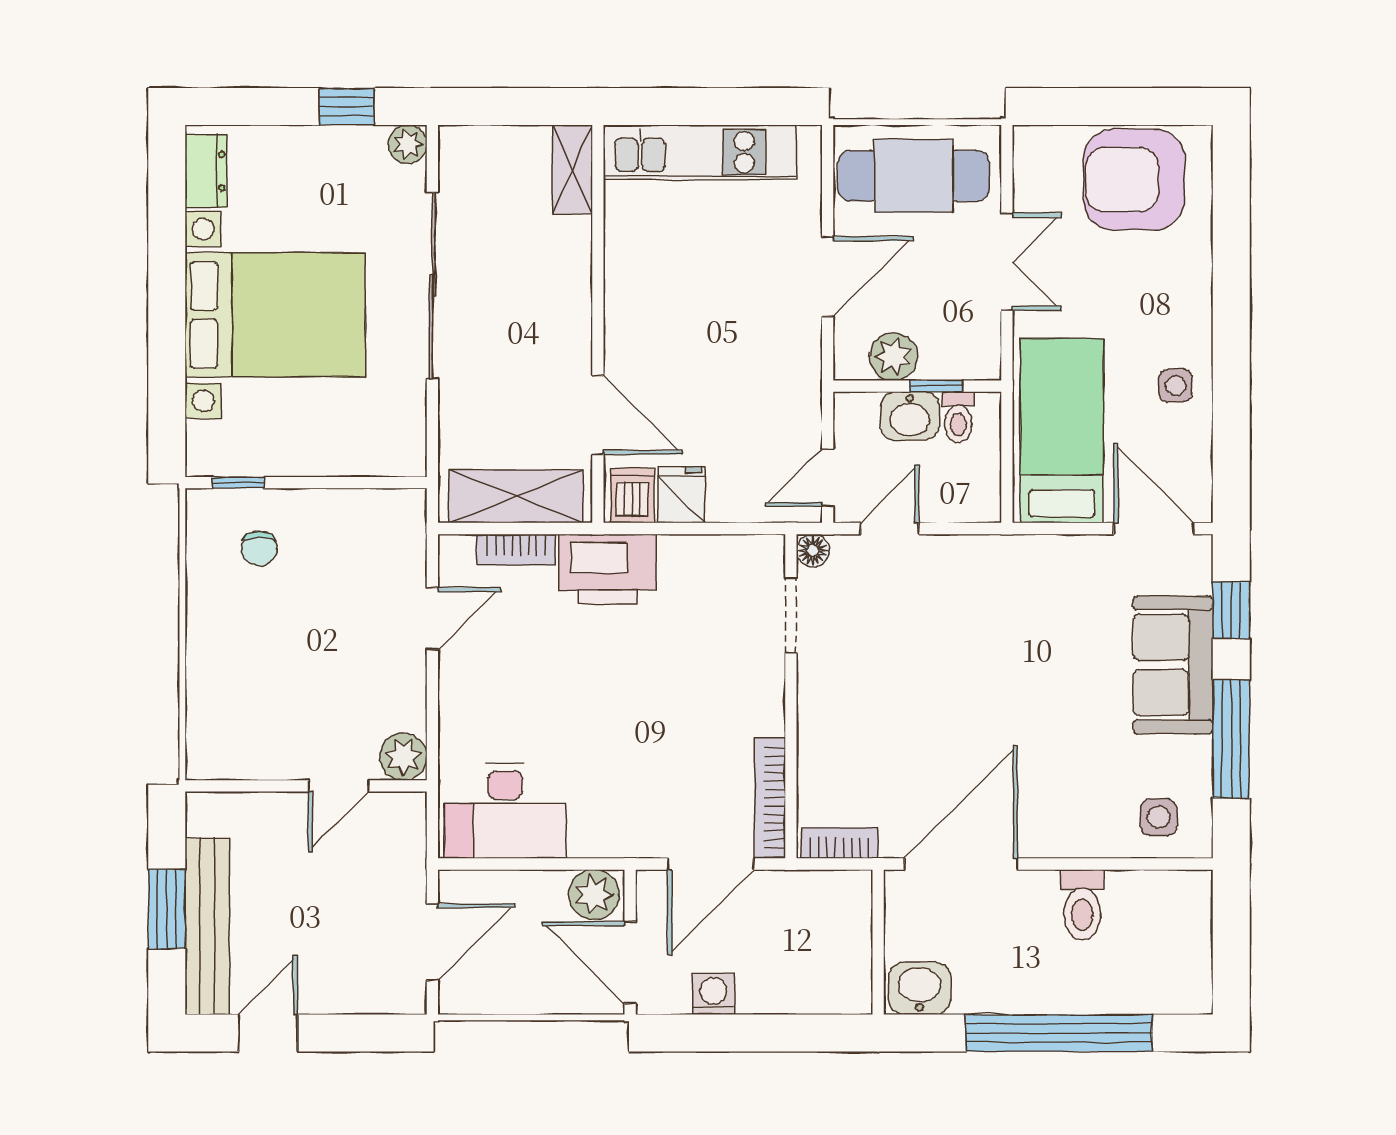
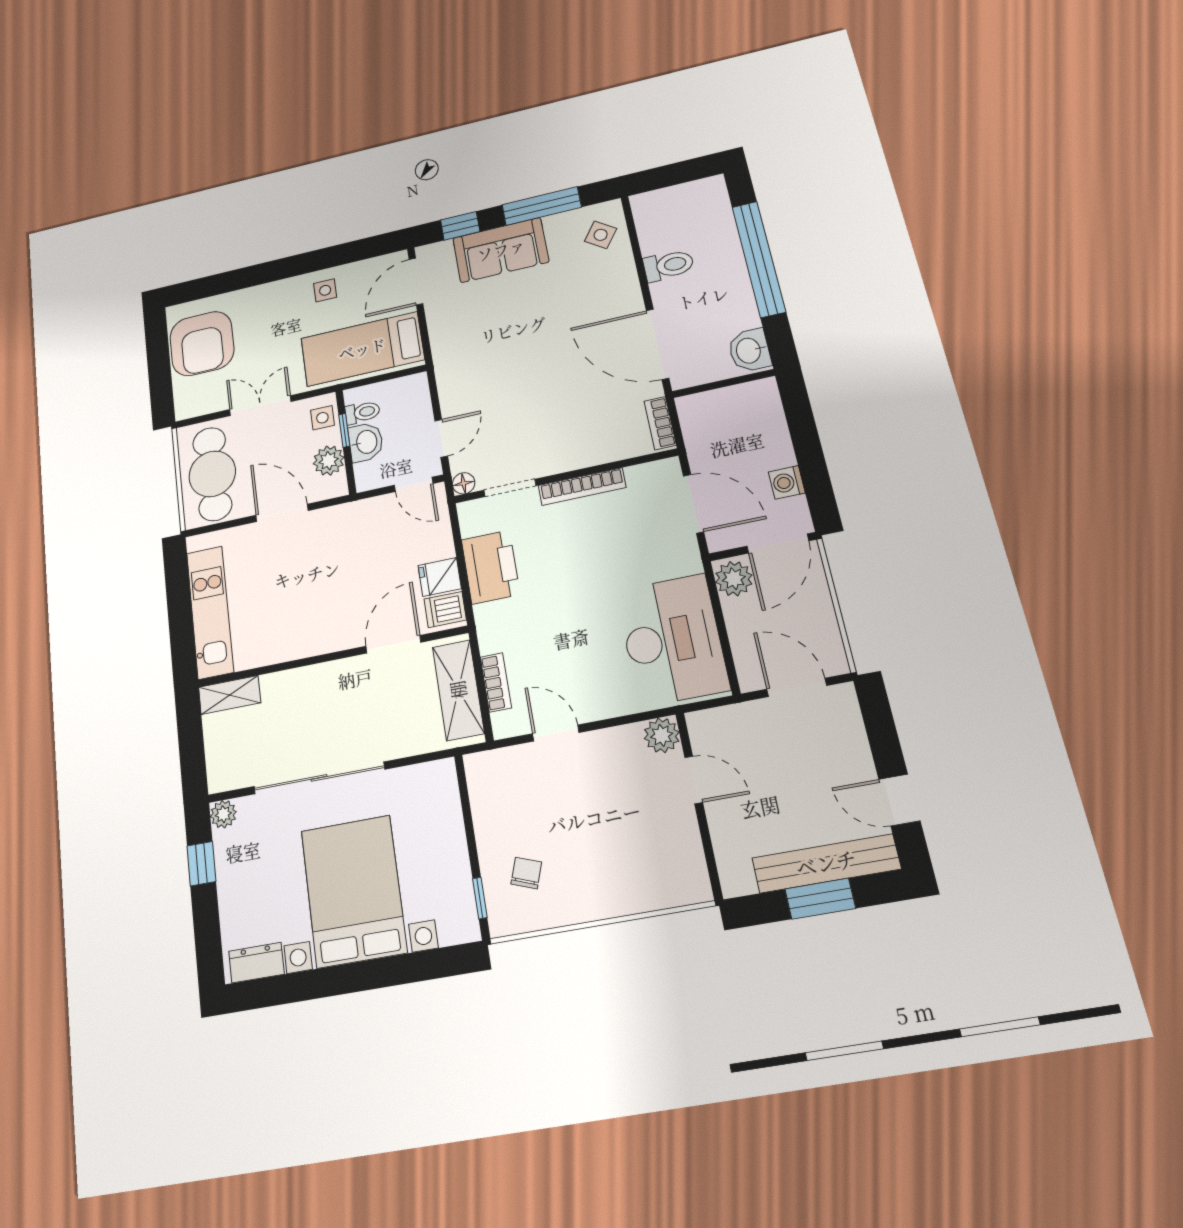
side table: (964, 355) -> (322, 418), added
door: (889, 528) -> (441, 438), swing flipped
chair: (259, 548) -> (526, 873), turned -70
printer: (608, 569) -> (491, 567), moved
bookcase: (770, 798) -> (582, 487), moved
desk: (505, 811) -> (672, 640), width x1.36, depth x1.30
side table: (1159, 817) -> (601, 235), turned 35

